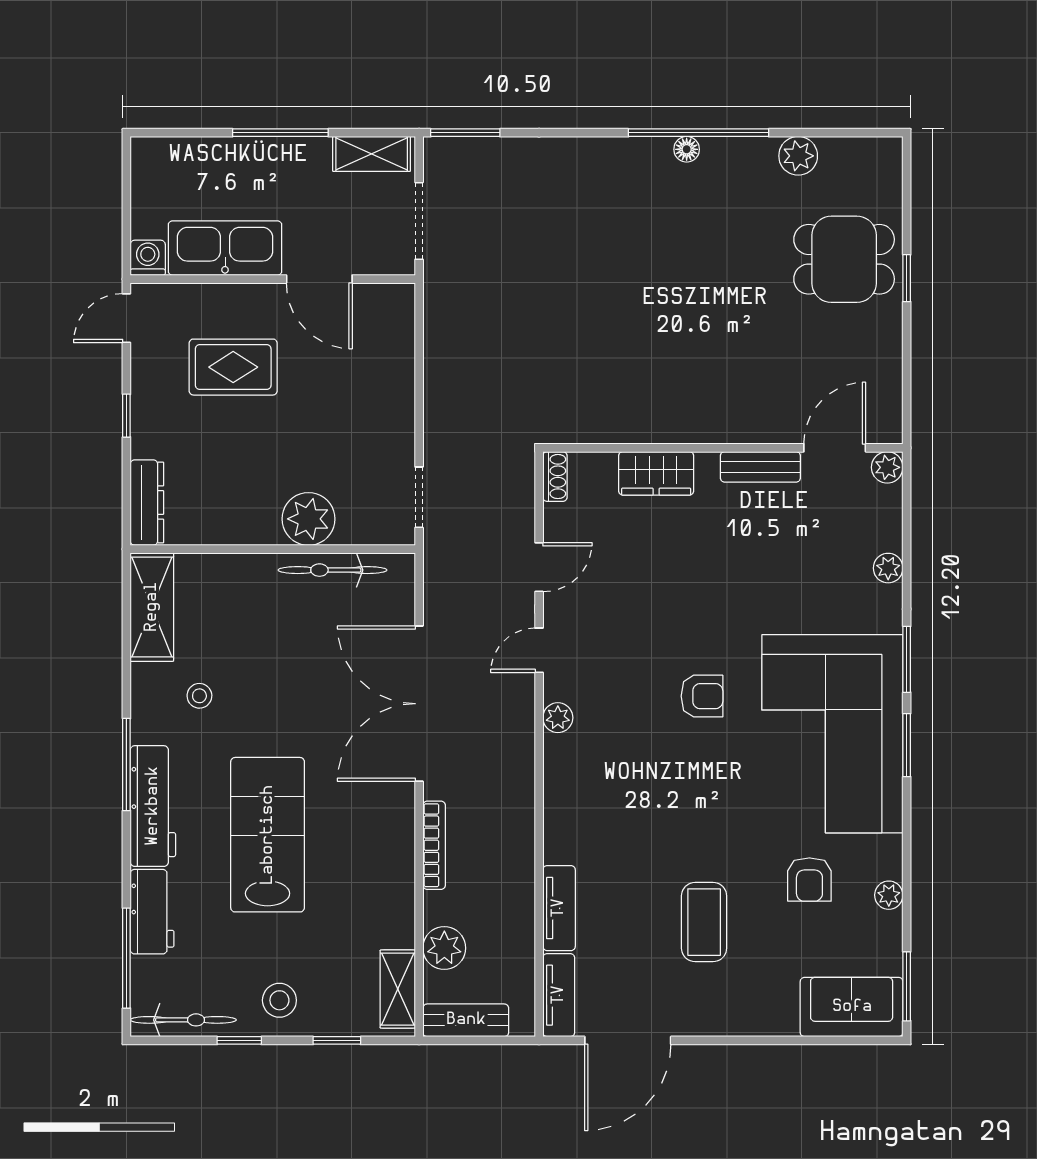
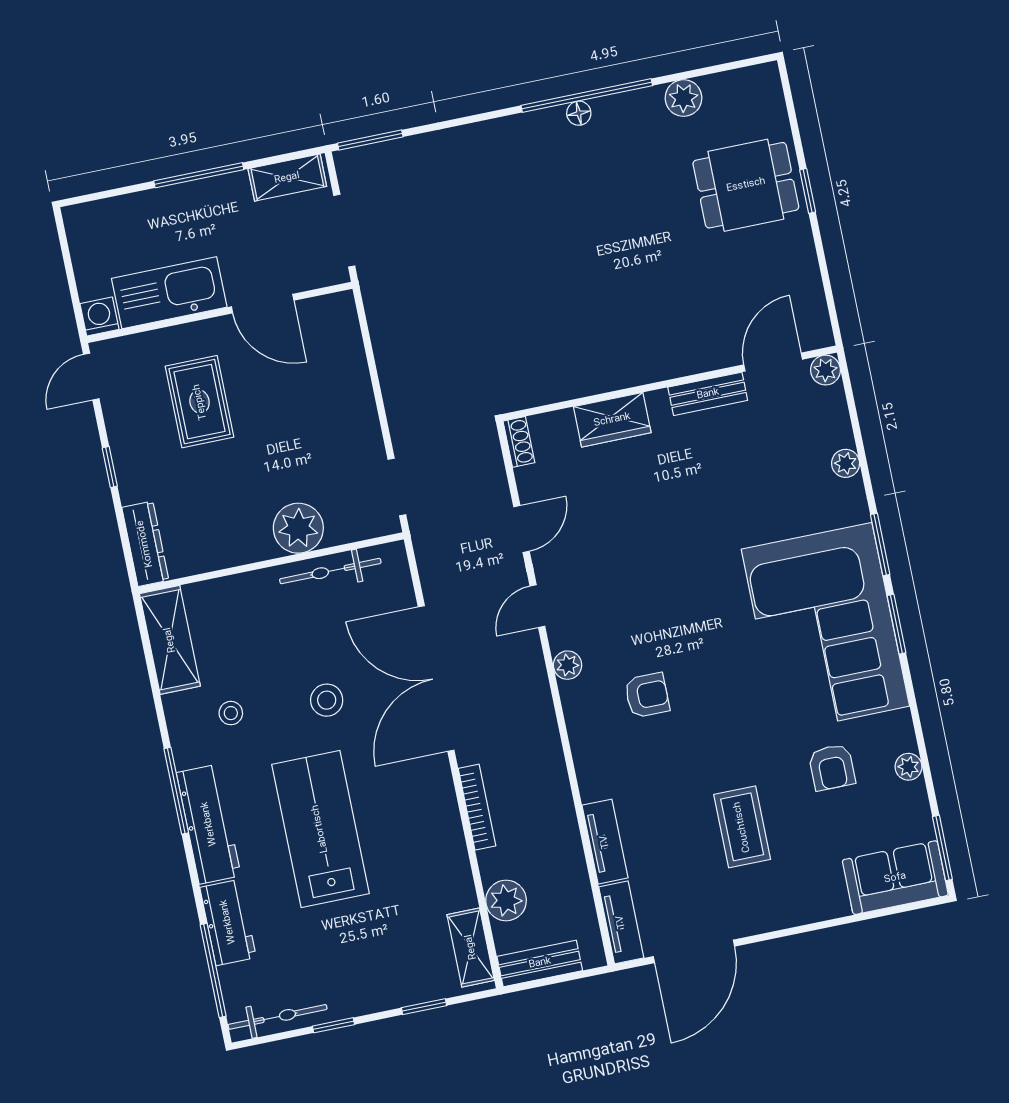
rug: (233, 367) -> (200, 402), turned 90
armchair: (702, 696) -> (647, 695), moved
stool: (279, 1000) -> (327, 700), moved

